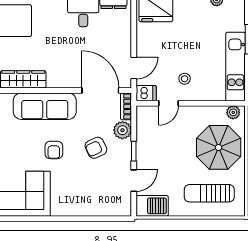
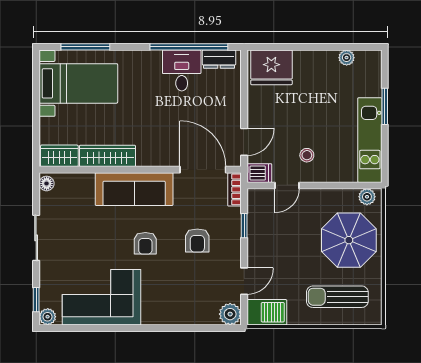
plant: (122, 130) -> (230, 314), moved
armchair: (96, 148) -> (197, 240), turned -65
window: (134, 151) -> (244, 226), moved

